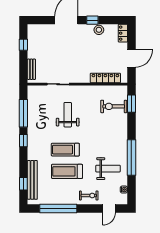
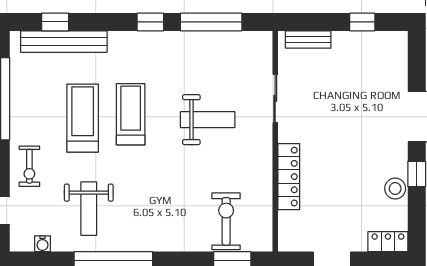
locker: (105, 78) -> (289, 177), moved

